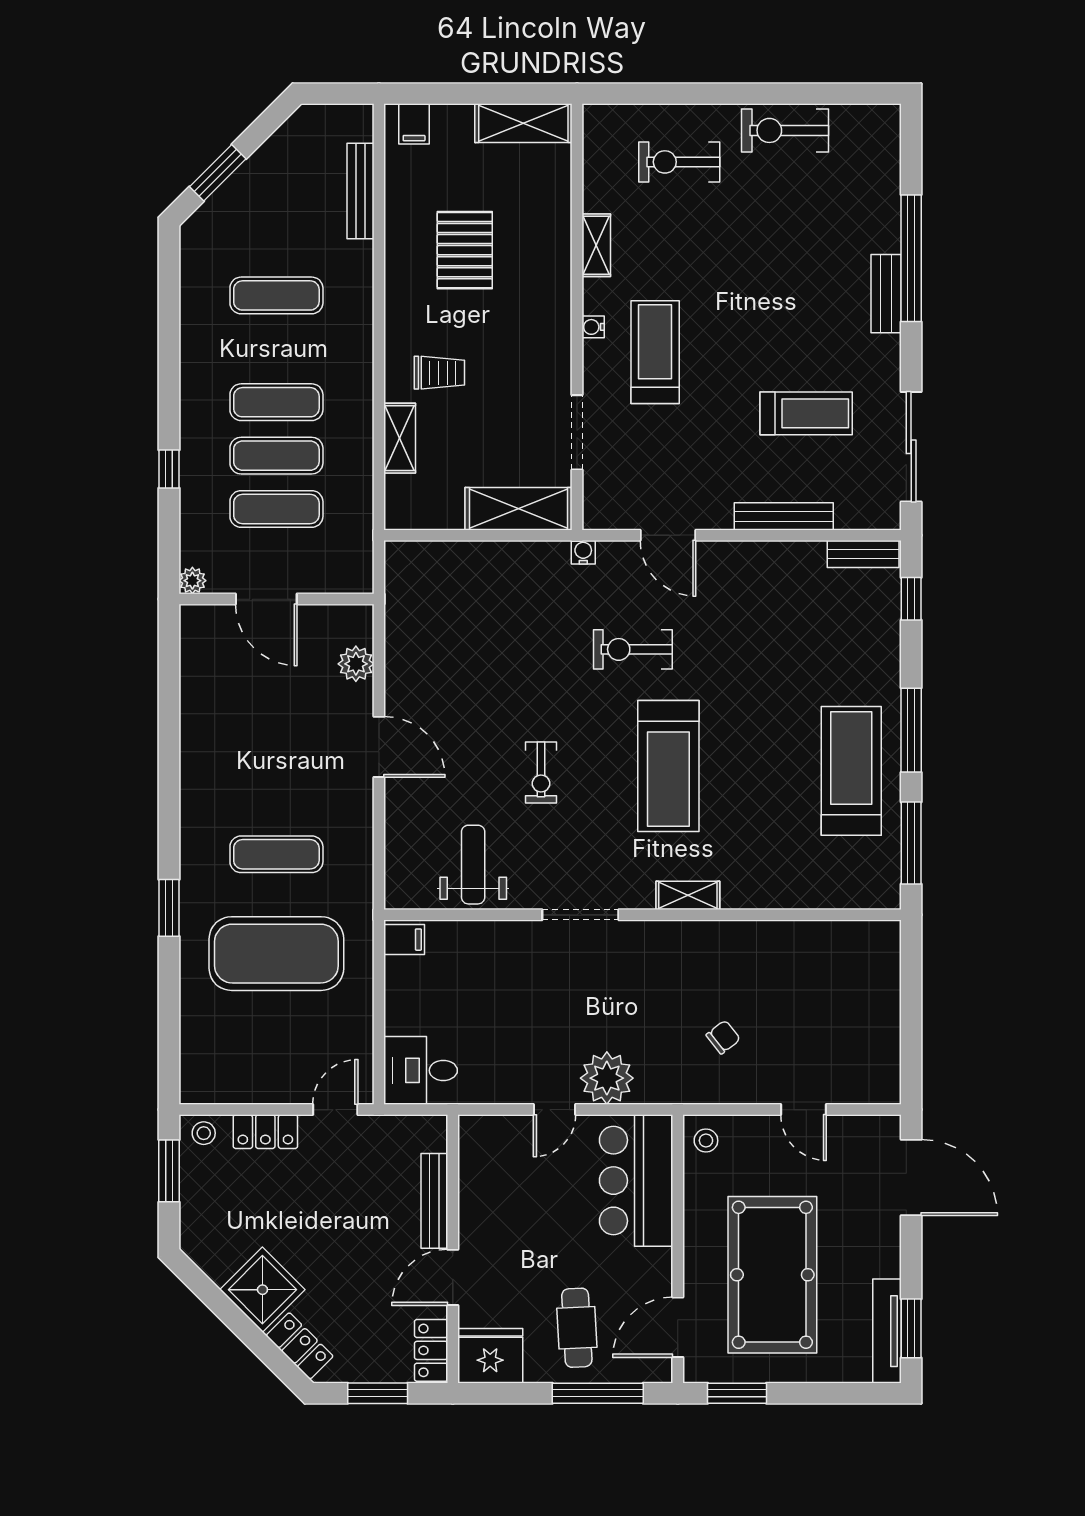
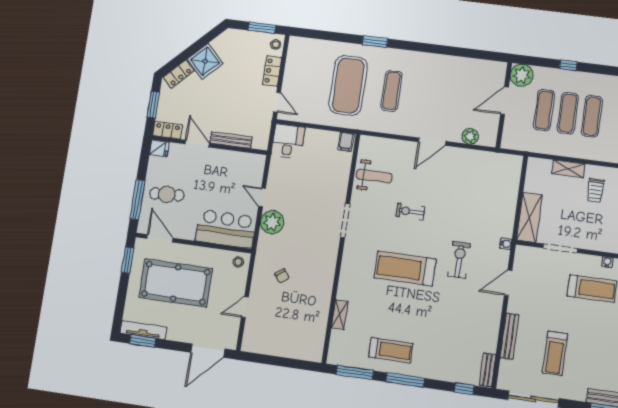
plant: (192, 581) -> (522, 75), width x1.87, depth x1.87
treadmill: (851, 771) -> (391, 350), width x0.73, depth x0.73
shelving: (688, 895) -> (340, 315), moved
fridge: (490, 1356) -> (159, 148), width x0.53, depth x0.75

